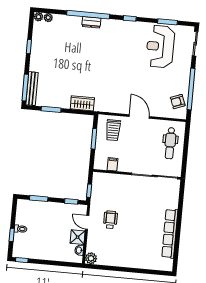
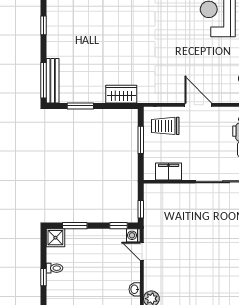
trolley: (113, 130) -> (165, 126), turned 90
filing cabinet: (112, 164) -> (169, 171), width x2.00
washing machine: (82, 210) -> (133, 235), added
wheelchair: (110, 220) -> (173, 245), removed
shower: (78, 237) -> (55, 238), moved

